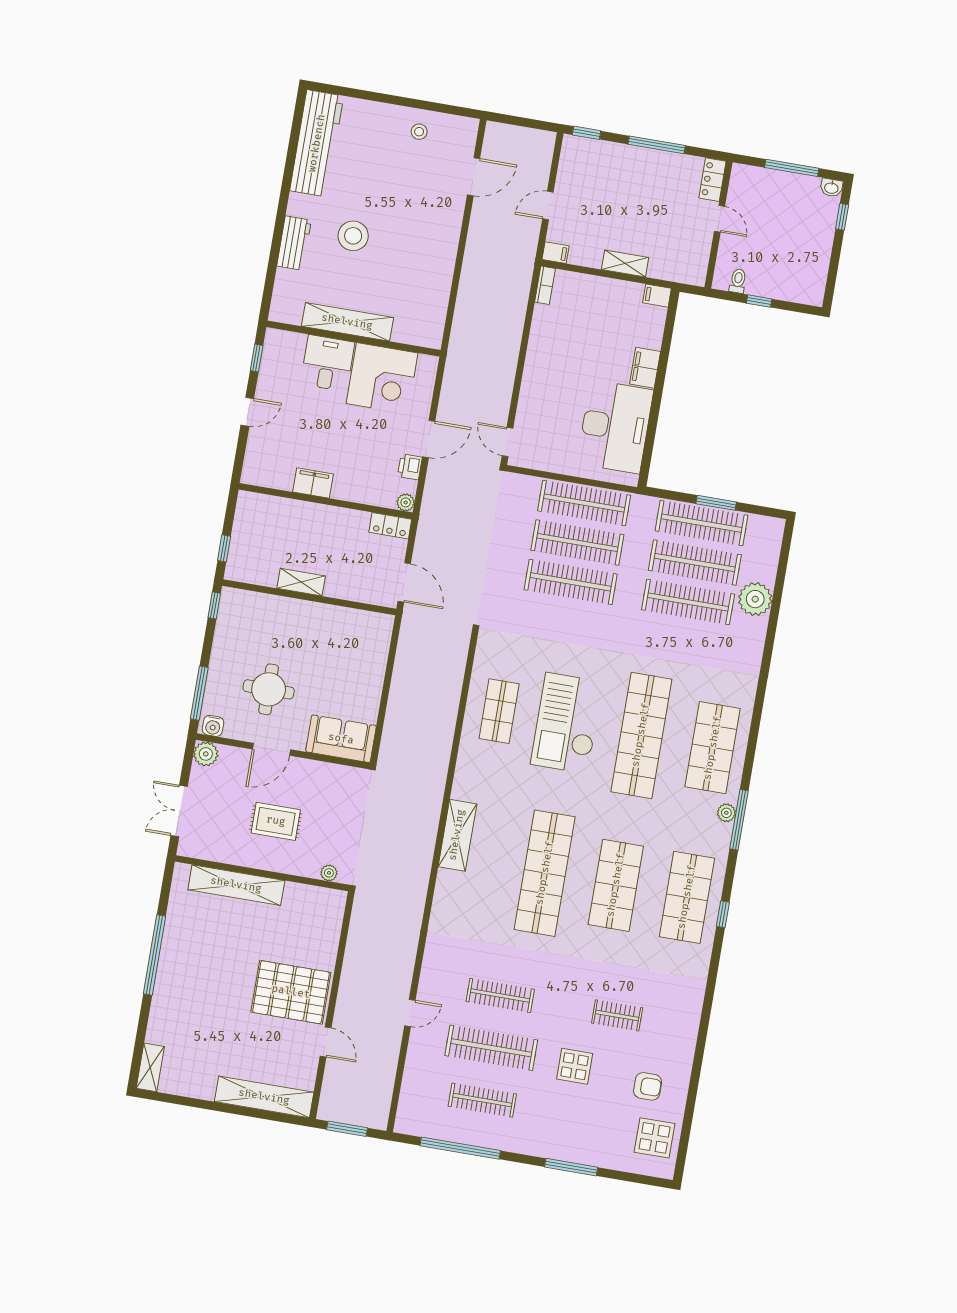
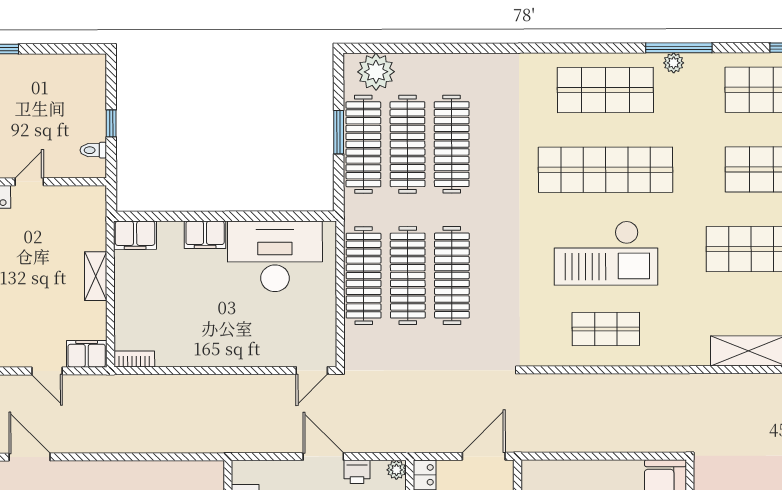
filing cabinet: (555, 253) -> (87, 354), width x2.00
filing cabinet: (657, 296) -> (135, 235), width x2.00
plant: (755, 599) -> (376, 72), moved

